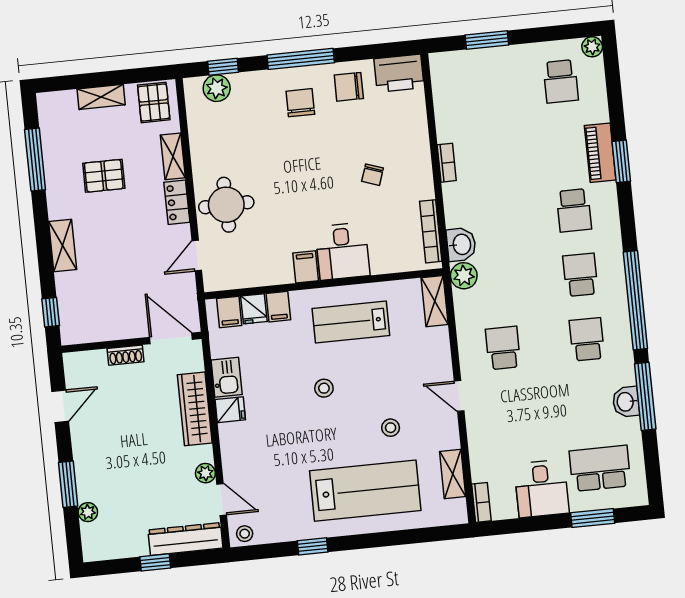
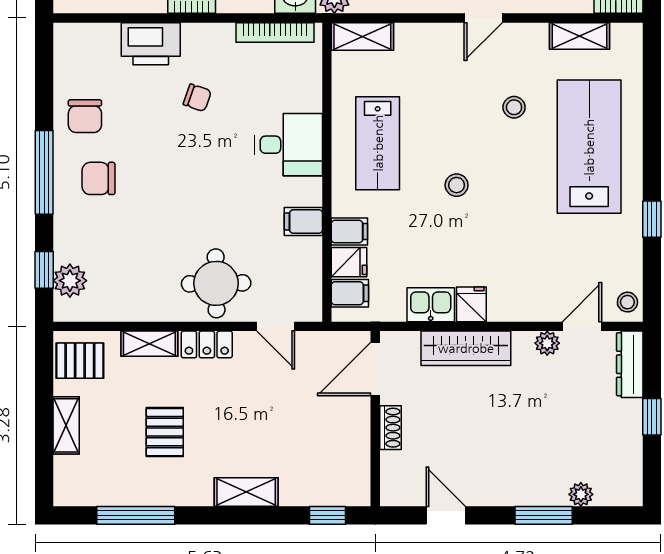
printer: (399, 73) -> (151, 44), moved, turned 90
filing cabinet: (306, 267) -> (303, 222), moved
dresser: (185, 539) -> (630, 364), width x0.73, depth x0.80

